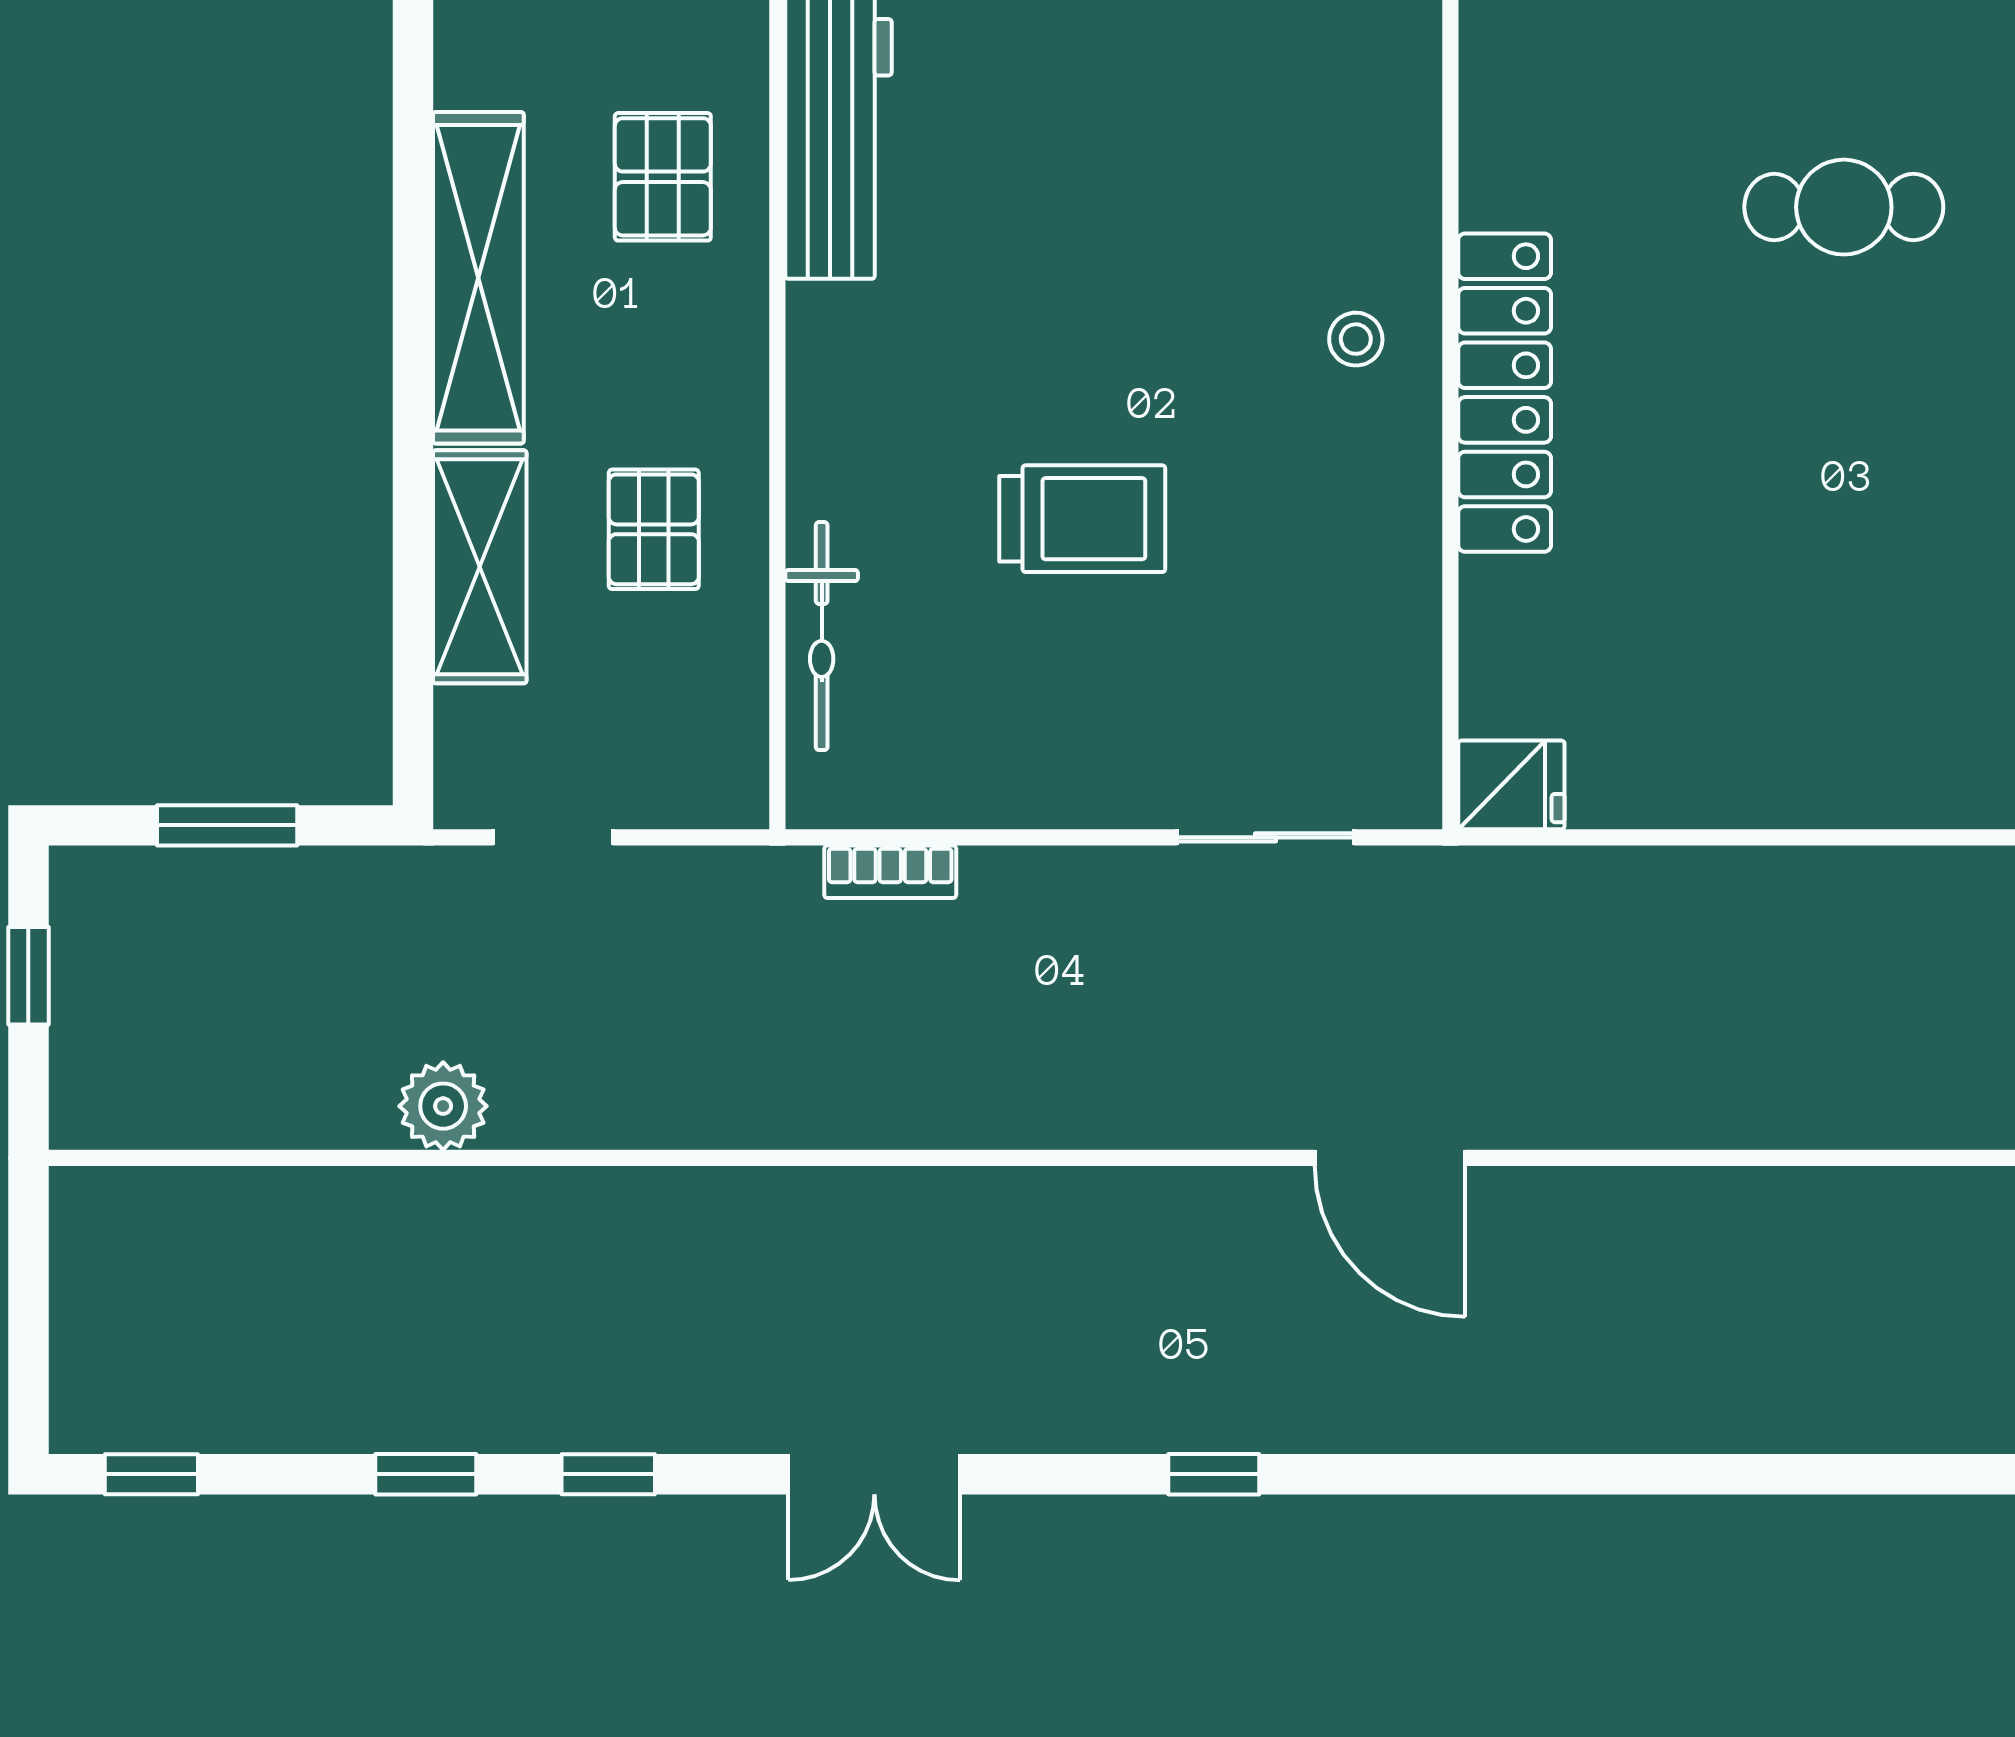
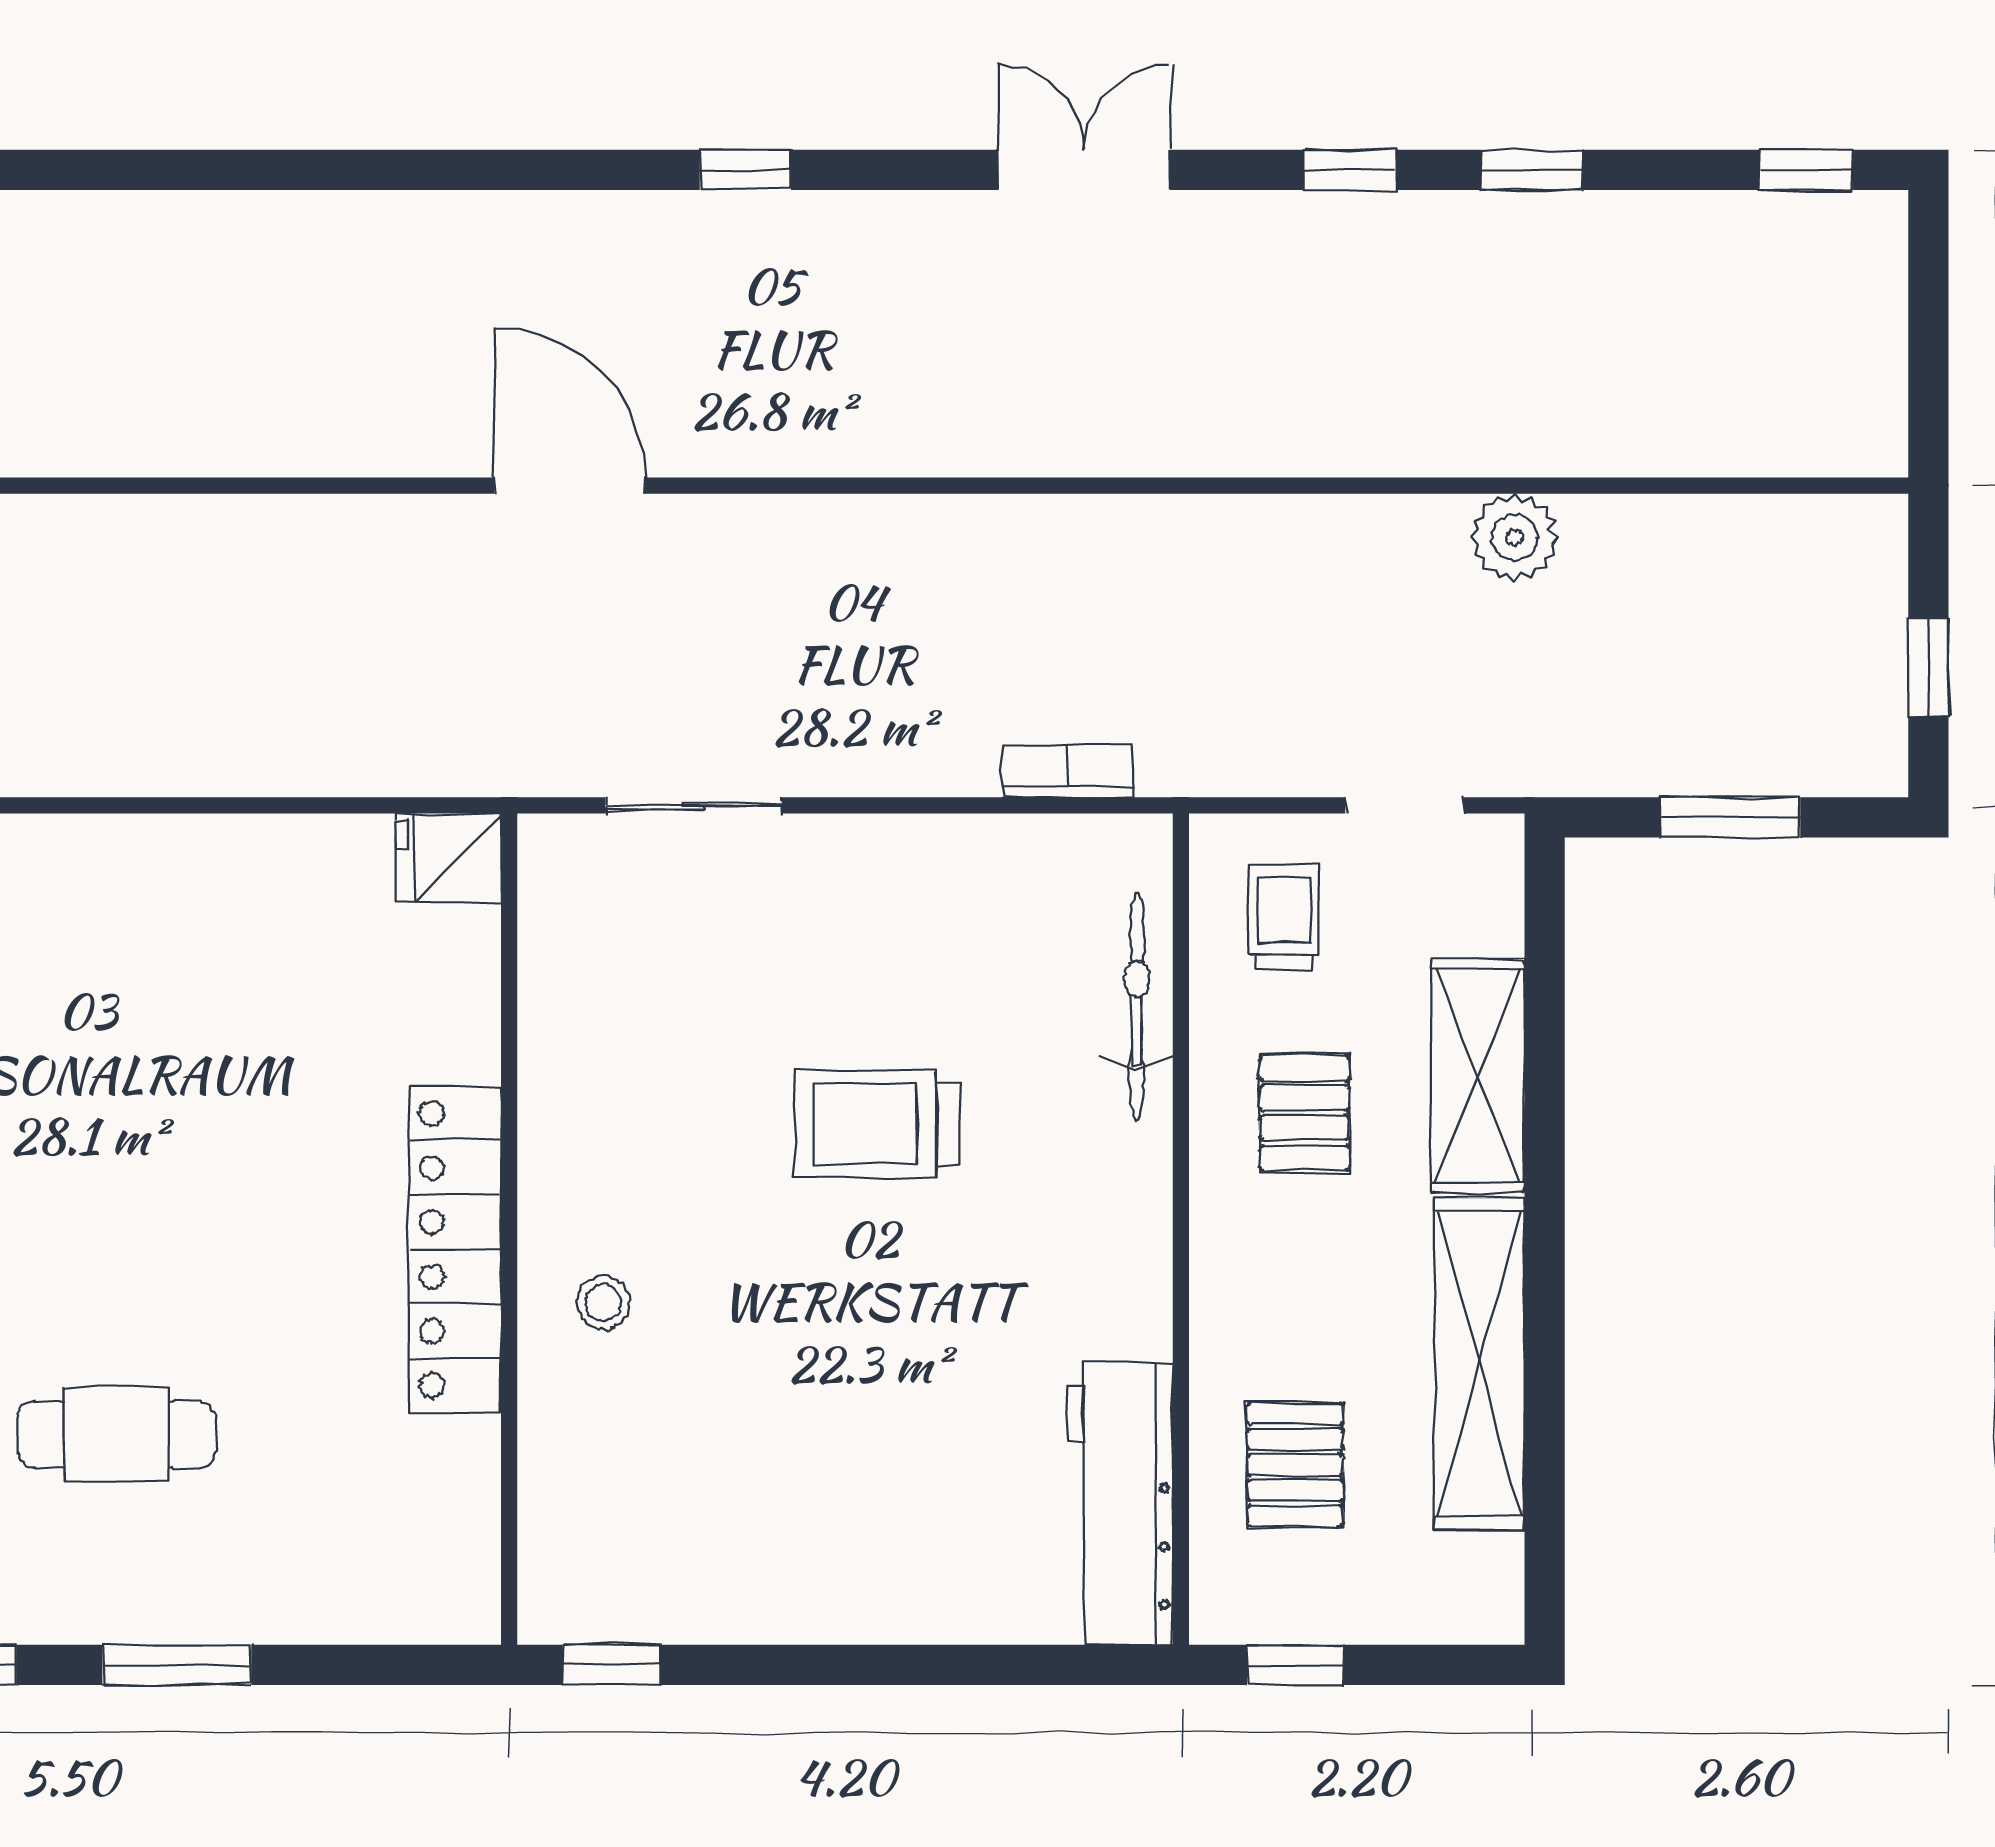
trolley: (674, 726) -> (1284, 917), added

